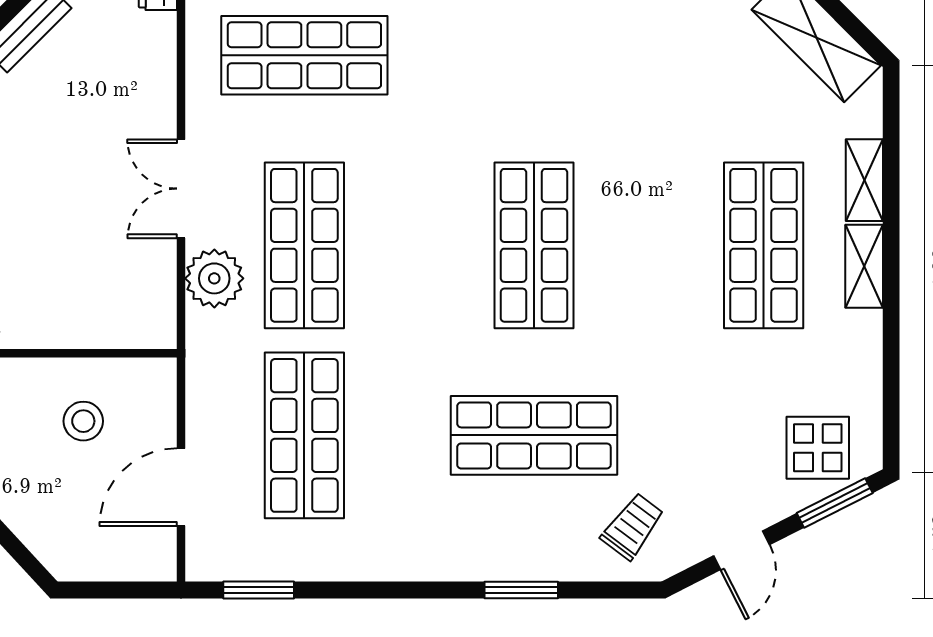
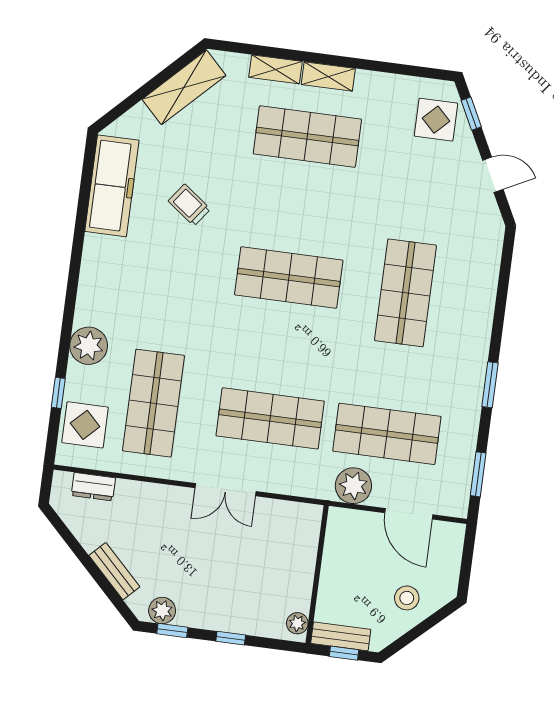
plant: (214, 278) -> (353, 486), moved
stool: (83, 421) -> (407, 598), moved
window: (835, 503) -> (471, 114), width x0.67
trolley: (632, 526) -> (189, 205), moved
window: (521, 590) -> (490, 385), moved

